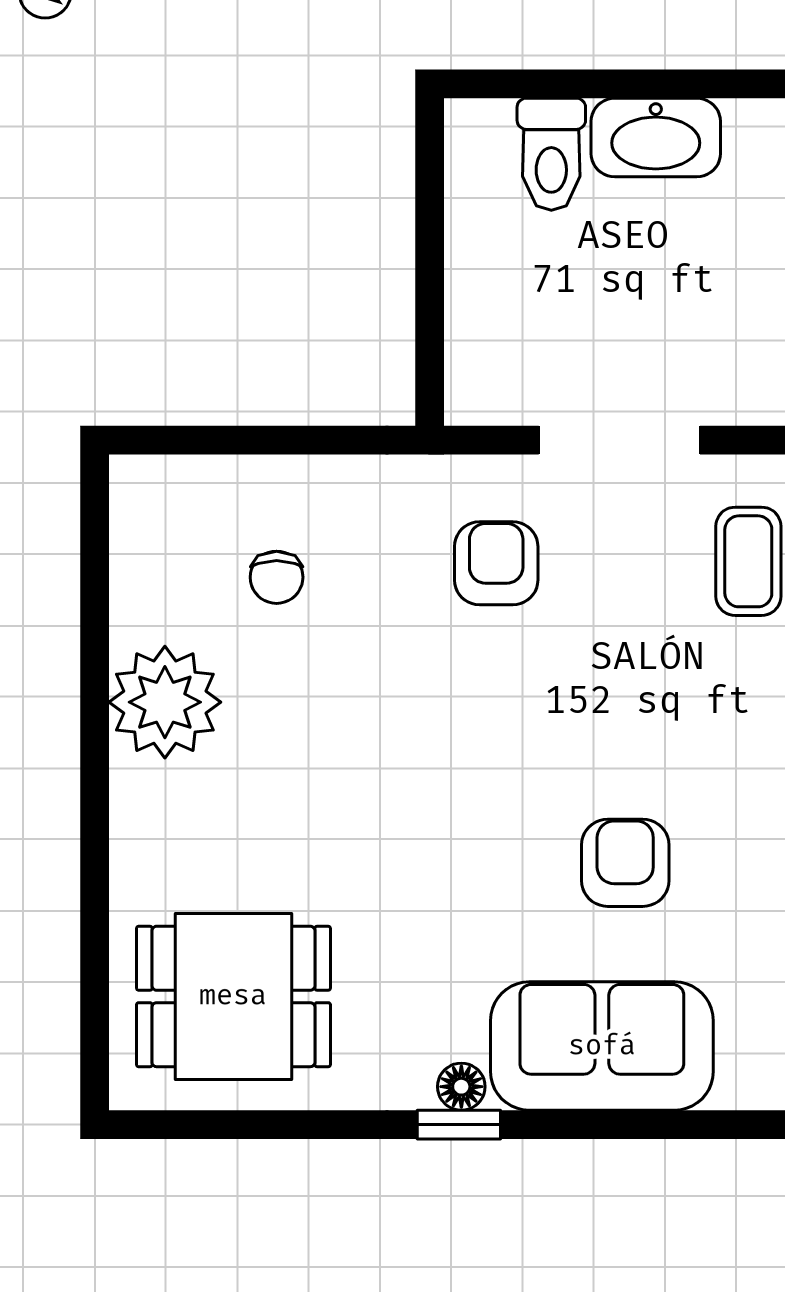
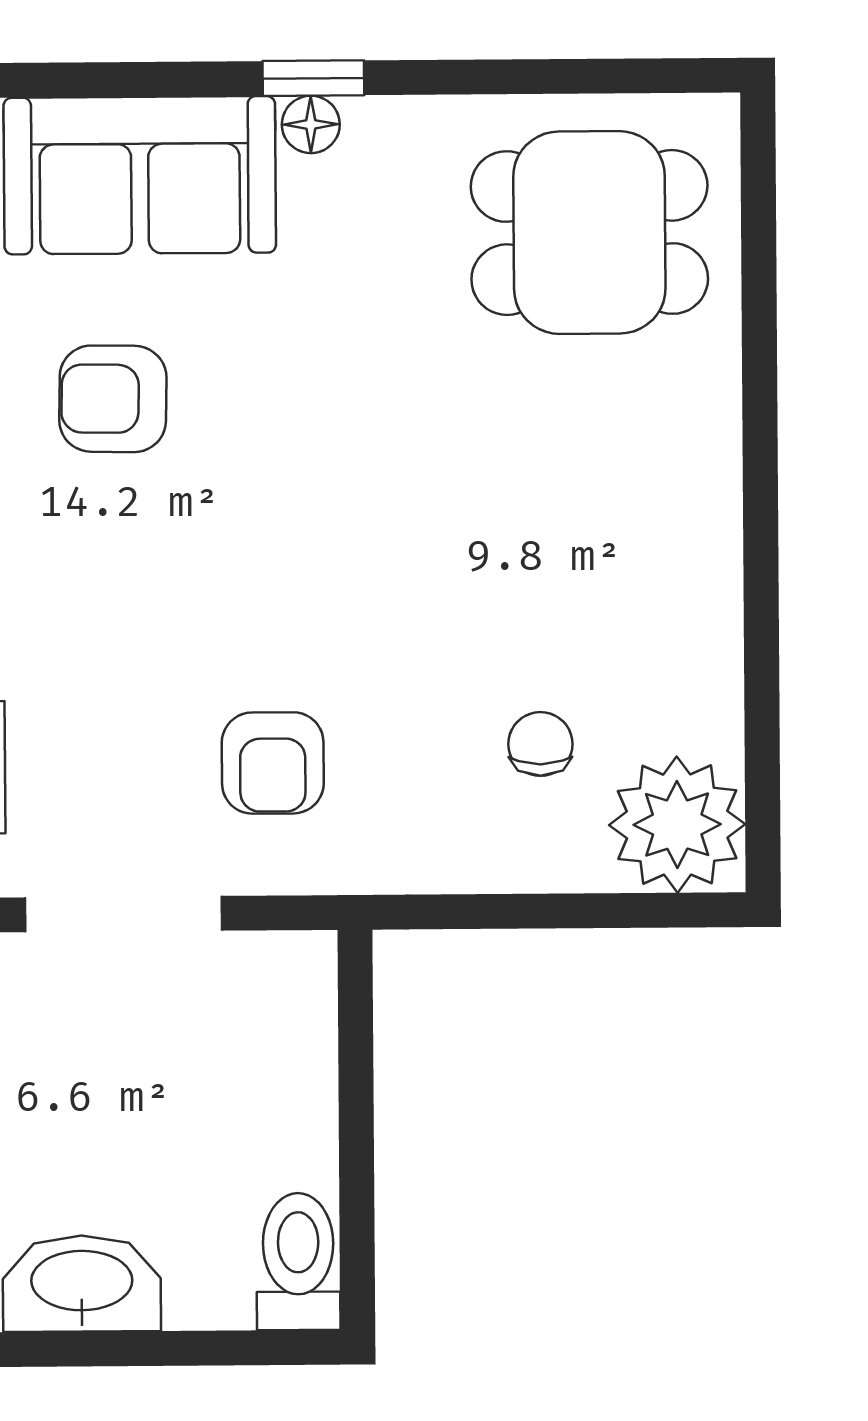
toilet: (551, 154) -> (298, 1262), moved
plant: (165, 702) -> (677, 825), moved
armchair: (625, 863) -> (113, 399), turned 91

